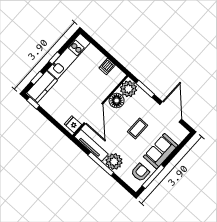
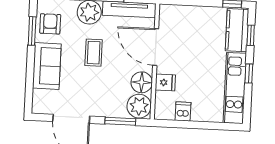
fridge: (73, 124) -> (165, 83), moved
coffee table: (138, 128) -> (94, 53), moved
armchair: (140, 172) -> (50, 24), turned 180
window: (153, 177) -> (32, 31), width x0.69

